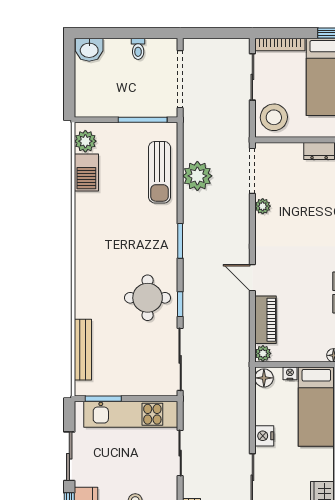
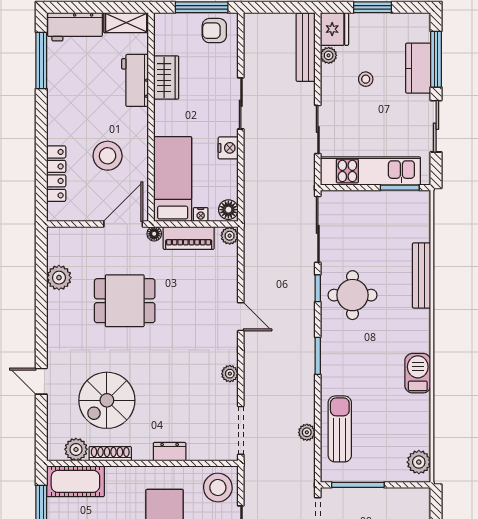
barbecue: (86, 172) -> (418, 373), moved
plant: (197, 176) -> (307, 432), width x0.53, depth x0.53
plant: (263, 206) -> (230, 374), moved
piano: (265, 320) -> (189, 238), moved, turned -90
bench: (83, 350) -> (422, 275), moved

